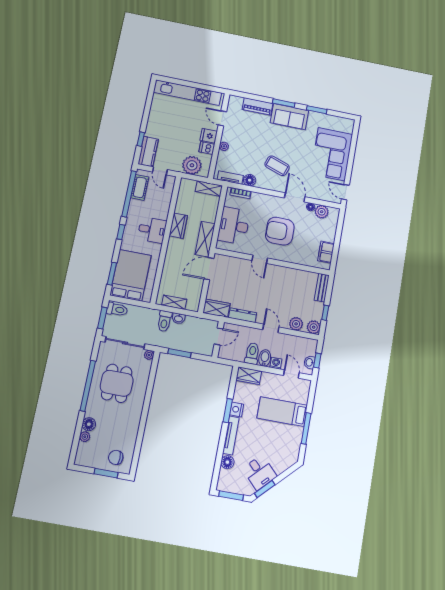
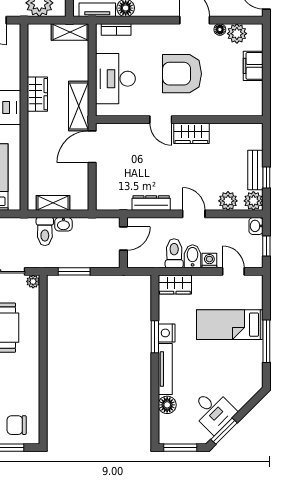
filing cabinet: (326, 252) -> (253, 66), moved
bench: (322, 288) -> (255, 170), moved
wardrobe: (217, 308) -> (191, 133), moved, turned 180
washbasin: (310, 362) -> (256, 226), moved

